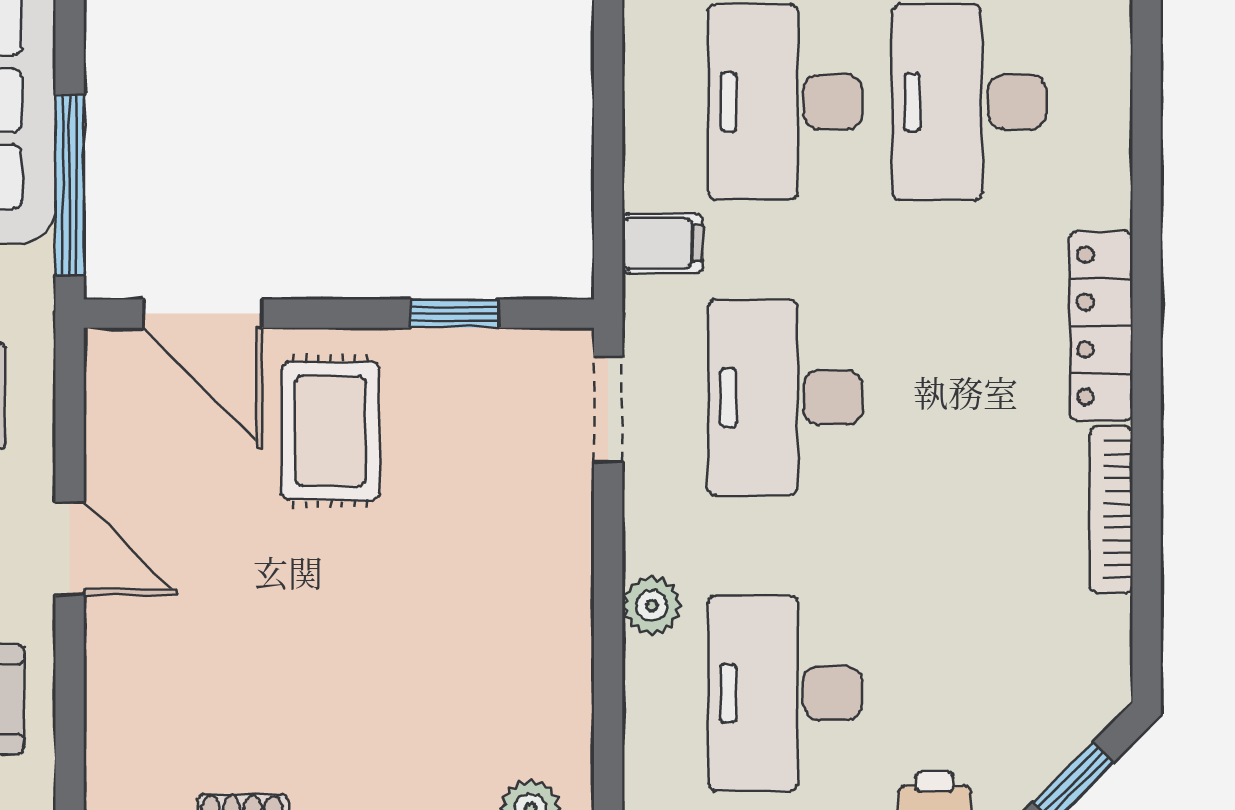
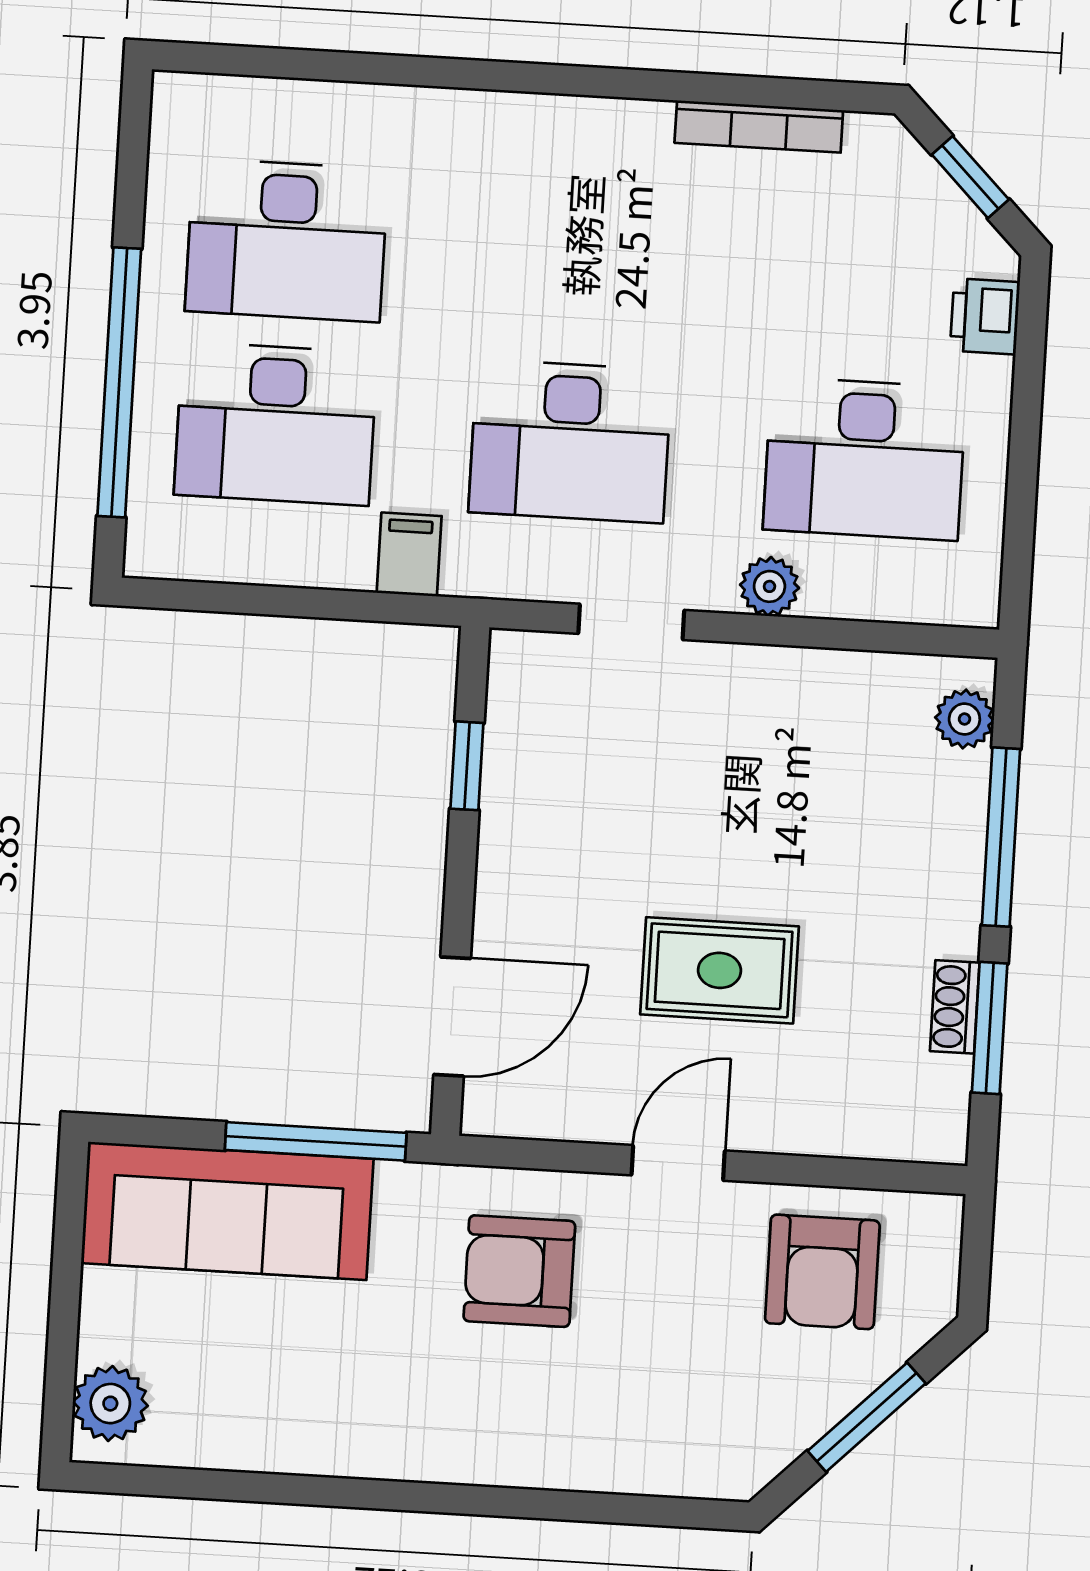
locker: (1101, 326) -> (517, 122), removed
doorway: (608, 410) -> (631, 622), moved
rug: (331, 431) -> (720, 970), moved
bookcase: (1111, 510) -> (759, 126), moved

